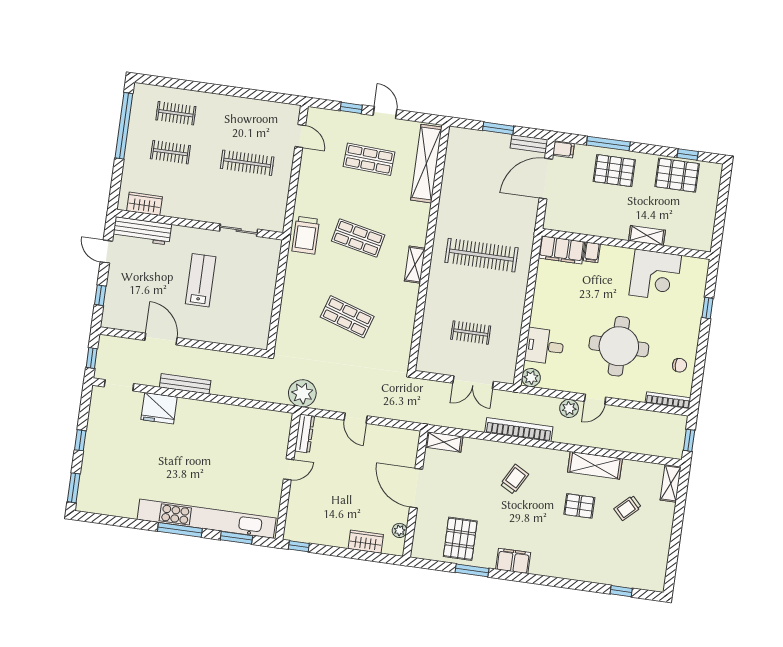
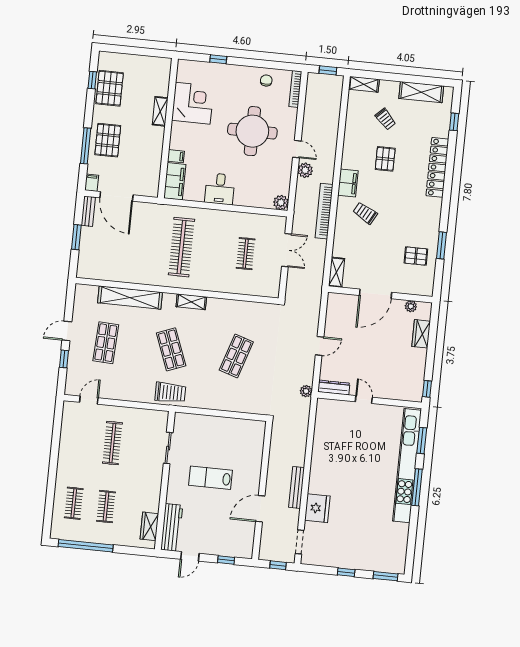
shelving: (426, 164) -> (130, 298), moved
shop shelf: (358, 238) -> (171, 349), turned -33
desk: (544, 346) -> (220, 189), moved
plant: (302, 393) -> (306, 391), width x0.53, depth x0.53
shelving: (595, 465) -> (421, 92), moved, turned 90
pallet: (460, 539) -> (416, 256), width x0.67, depth x0.71
filing cabinet: (513, 561) -> (348, 183), moved, turned 180
locker: (567, 569) -> (437, 167), added

